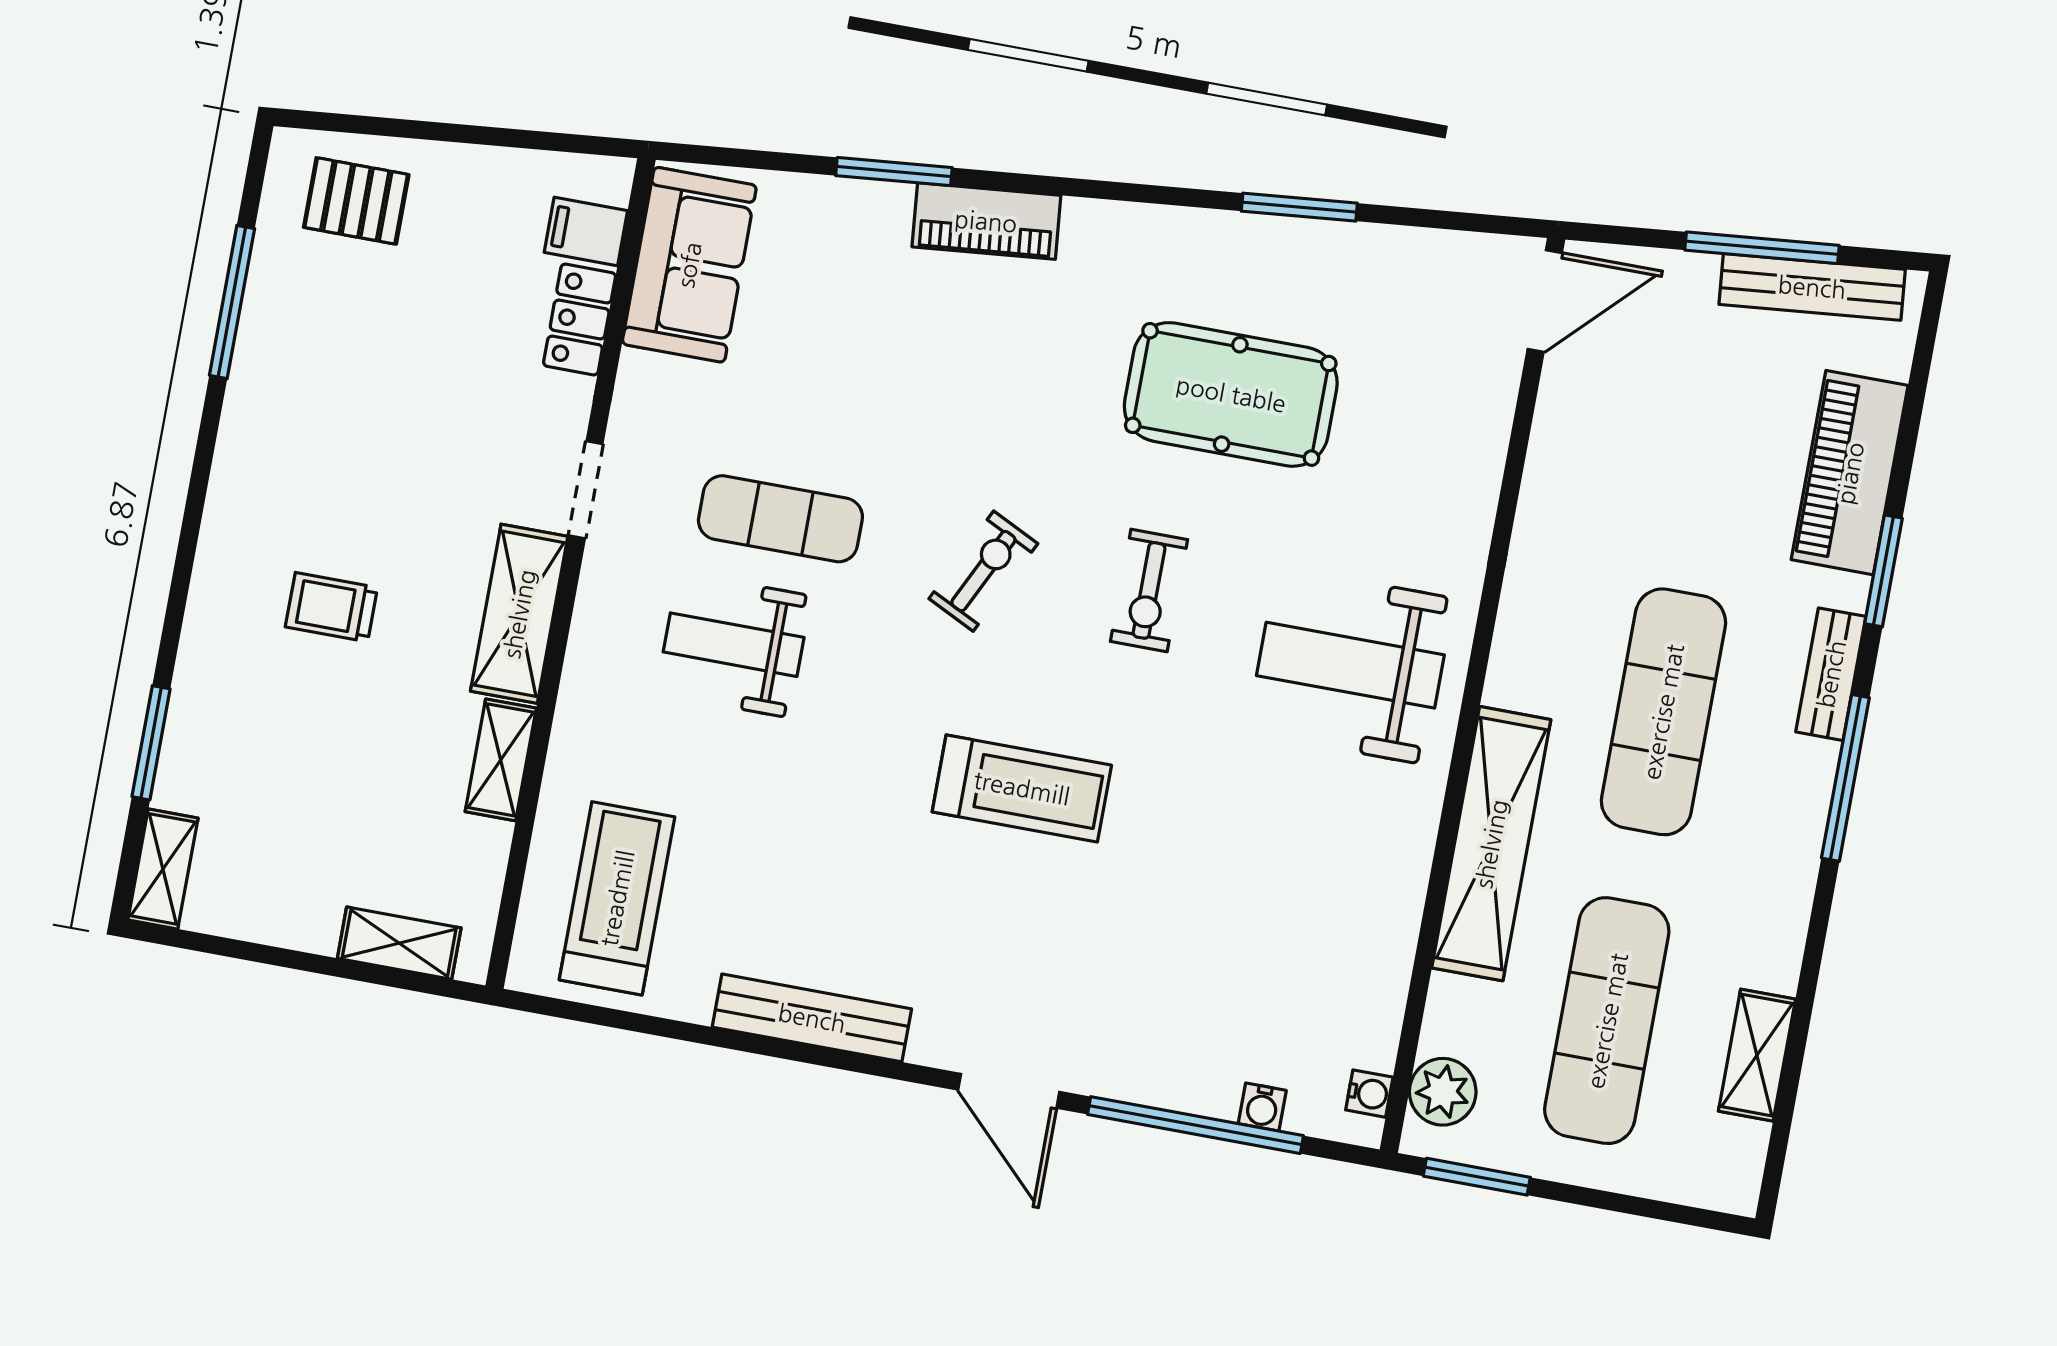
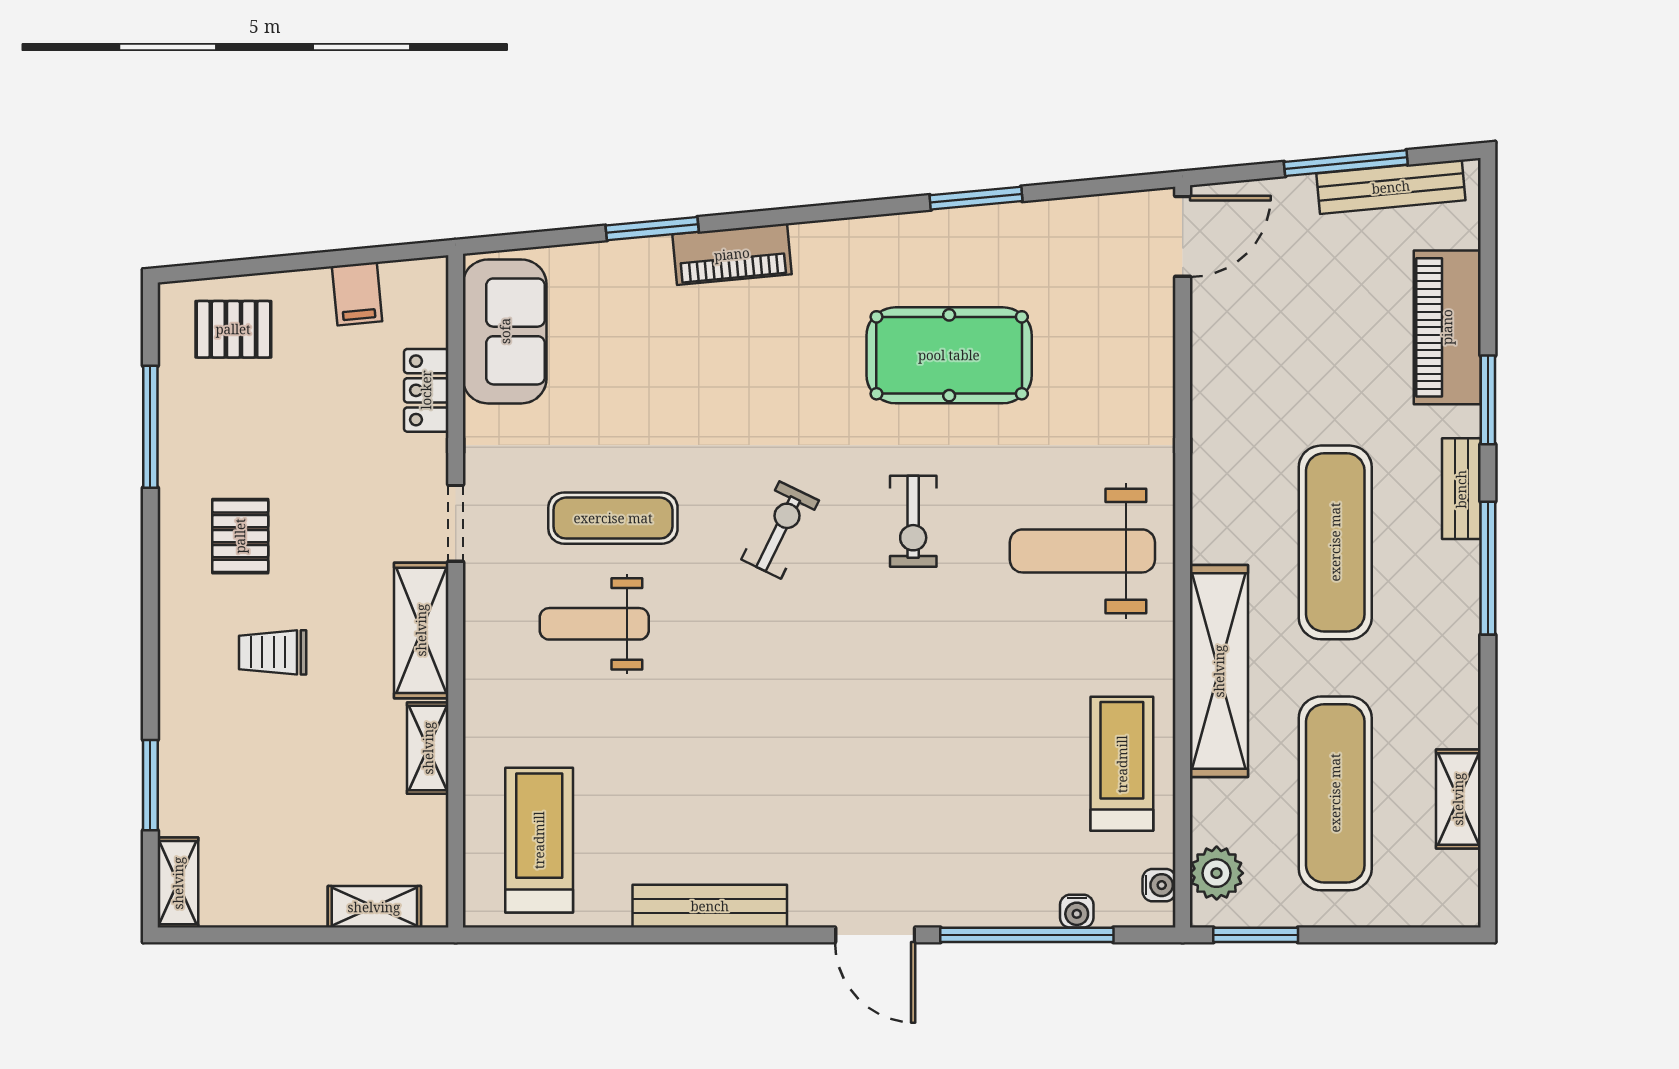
filing cabinet: (586, 231) -> (357, 294), moved, turned -95
pallet: (318, 457) -> (240, 536), added
treadmill: (1022, 788) -> (1122, 764), moved, turned -90

